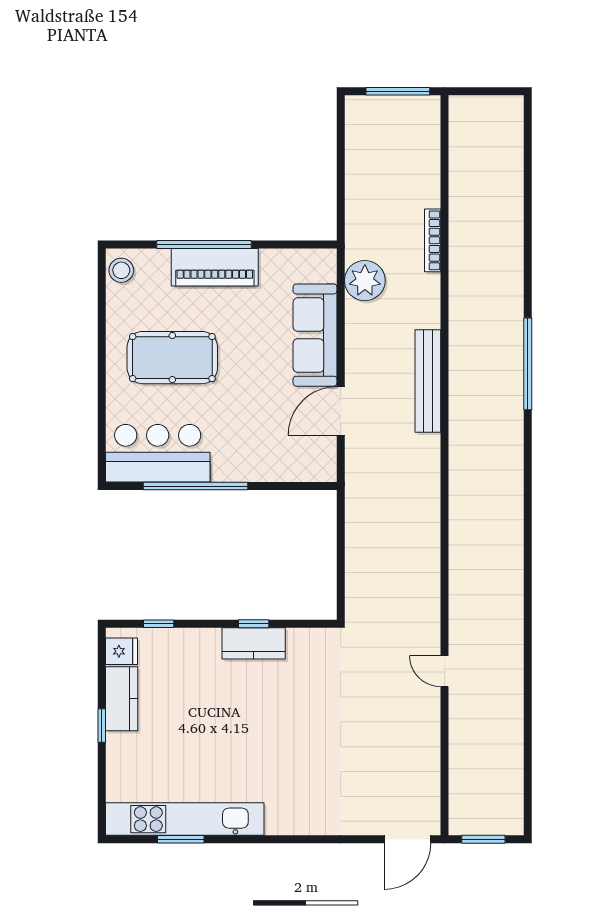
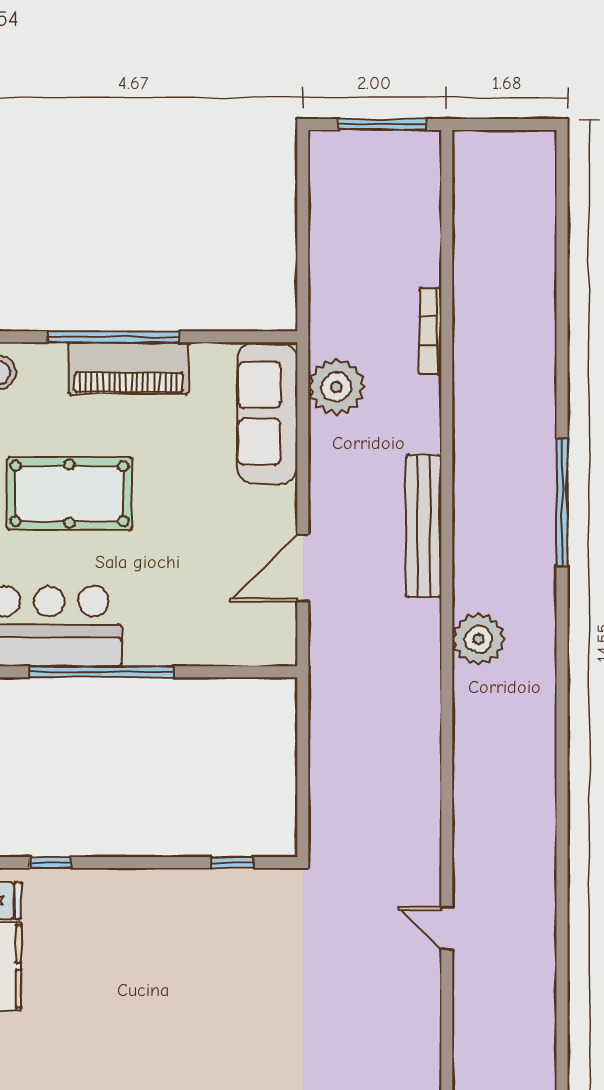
sofa: (315, 335) -> (267, 413), moved
plant: (467, 463) -> (479, 639), added
window: (254, 624) -> (233, 863), moved
kitchen counter: (254, 643) -> (182, 890), removed

